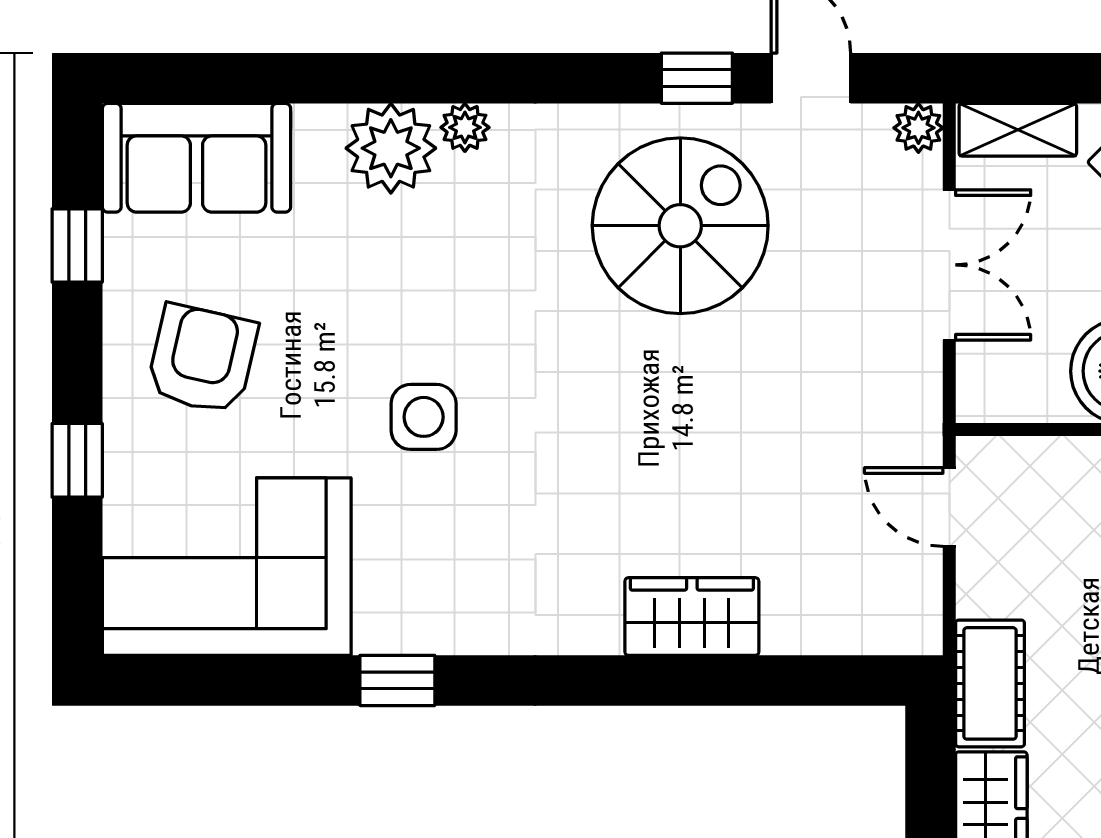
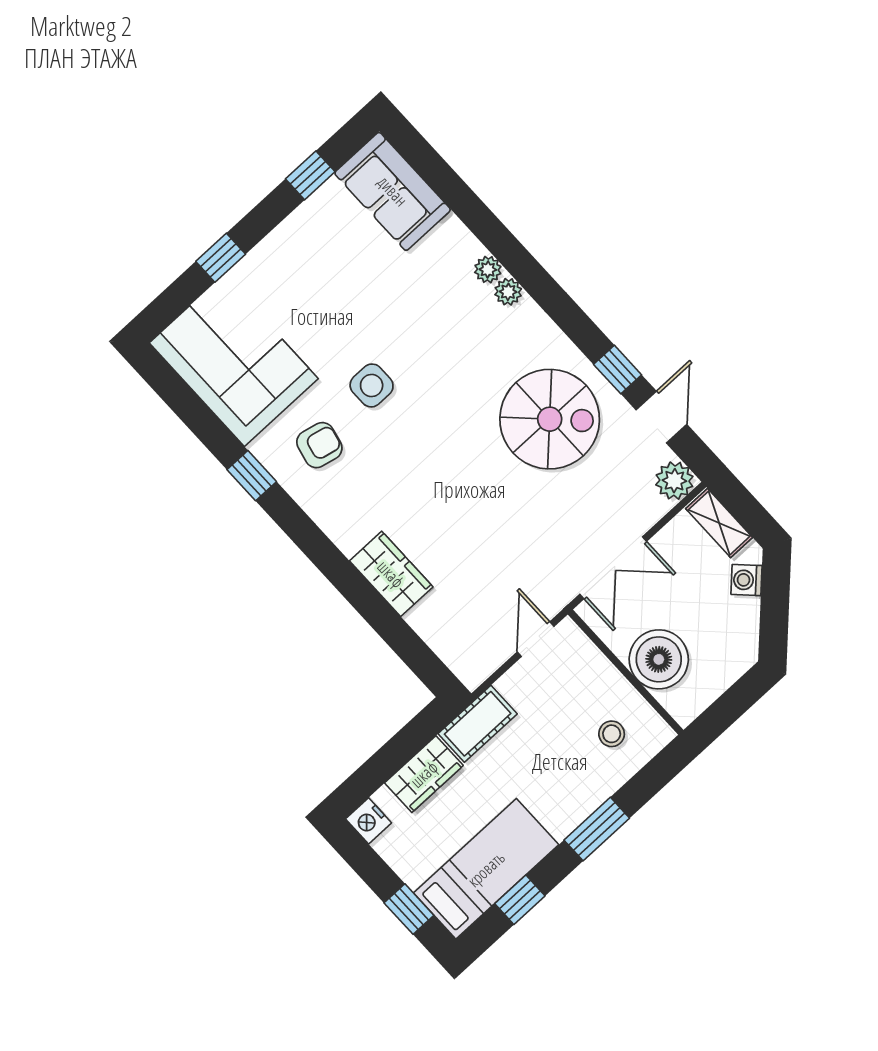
plant: (918, 128) -> (674, 481), width x1.38, depth x1.38
plant: (391, 148) -> (488, 270), width x0.53, depth x0.53
double door: (949, 265) -> (613, 568), moved
armchair: (202, 359) -> (319, 445), moved, width x0.72, depth x0.72

